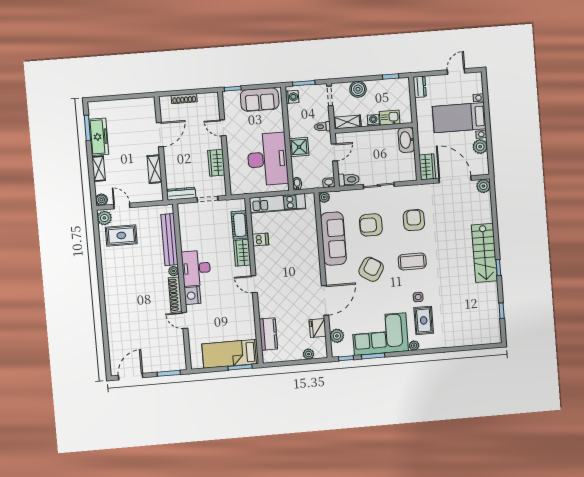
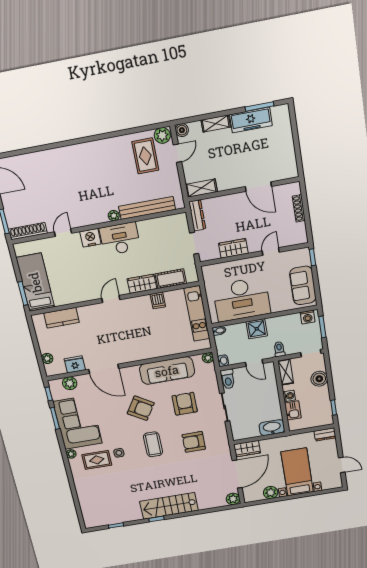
shelving: (154, 169) -> (201, 188), moved
armchair: (414, 220) -> (194, 442), turned 180
shoe rack: (175, 295) -> (28, 231), moved

